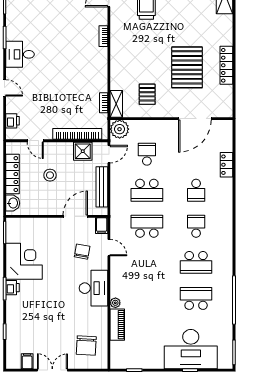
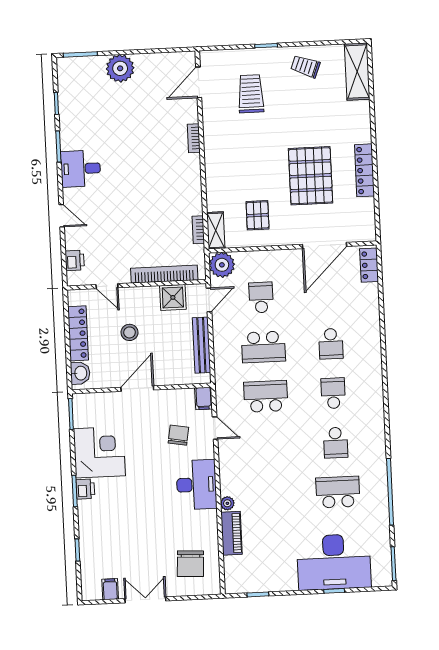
locker: (227, 165) -> (369, 265), moved
door: (75, 216) -> (137, 389), moved
school desk: (196, 262) -> (336, 443), width x0.54

